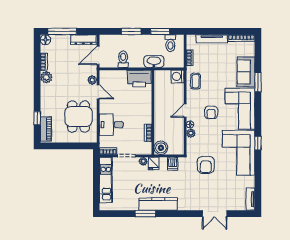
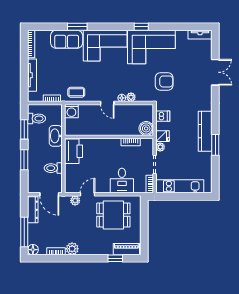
armchair: (211, 112) -> (109, 76), removed

